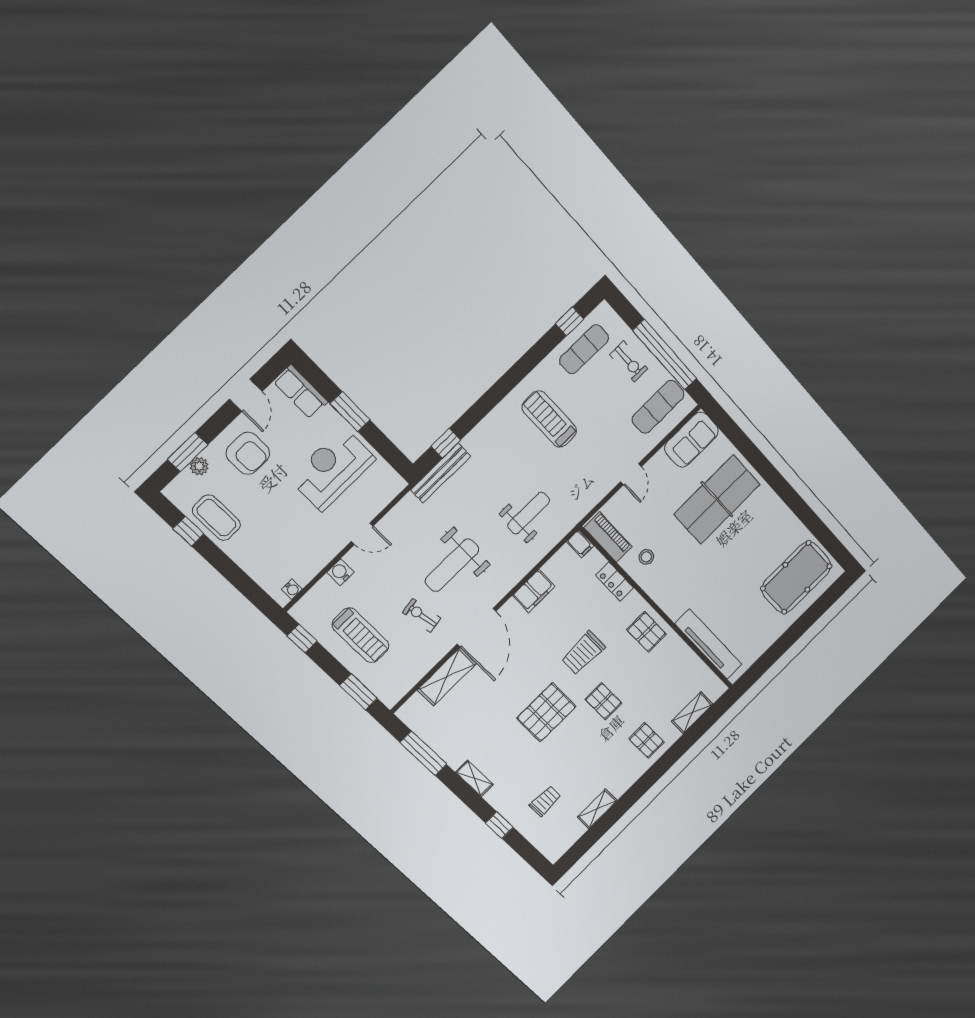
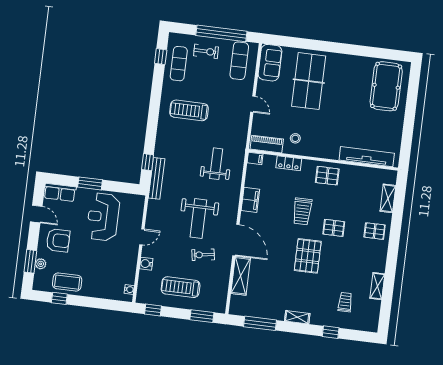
treadmill: (361, 635) -> (181, 287), turned 180

